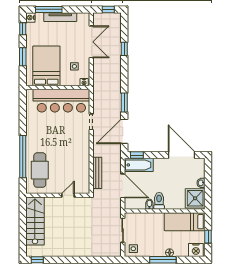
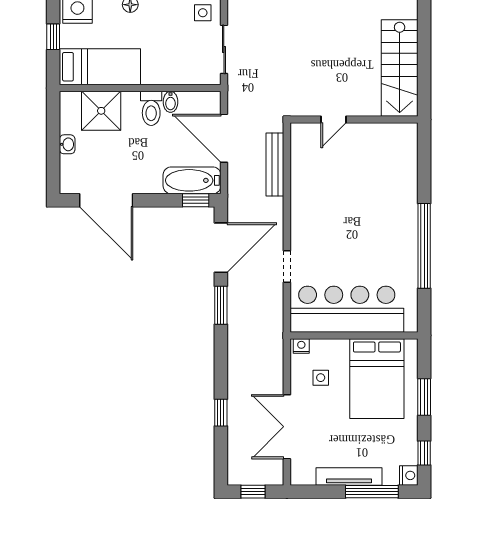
window: (23, 157) -> (424, 246), moved
cafe table: (40, 170) -> (390, 170), removed
shower: (195, 198) -> (101, 111), moved

